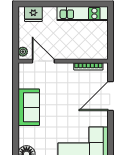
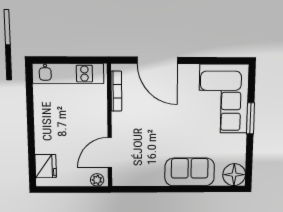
kitchen unit: (83, 14) -> (68, 73), moved, turned 90
sofa: (29, 107) -> (190, 172), moved

